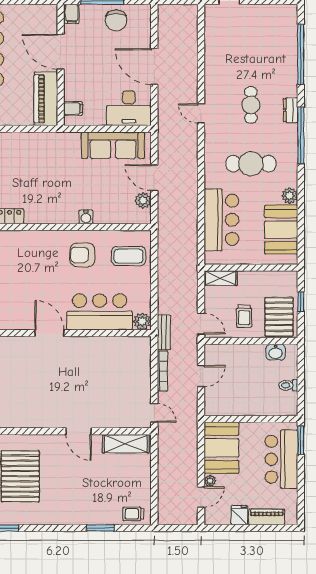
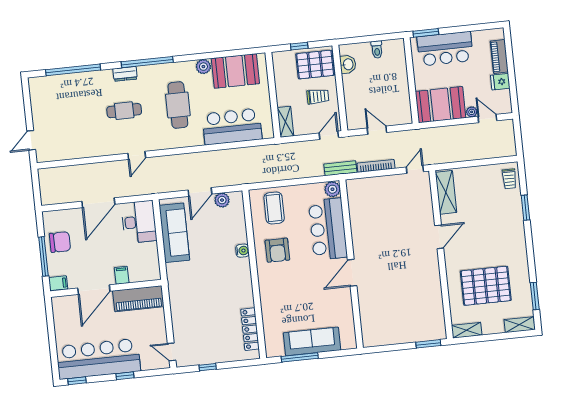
filing cabinet: (73, 109) -> (122, 275), moved

